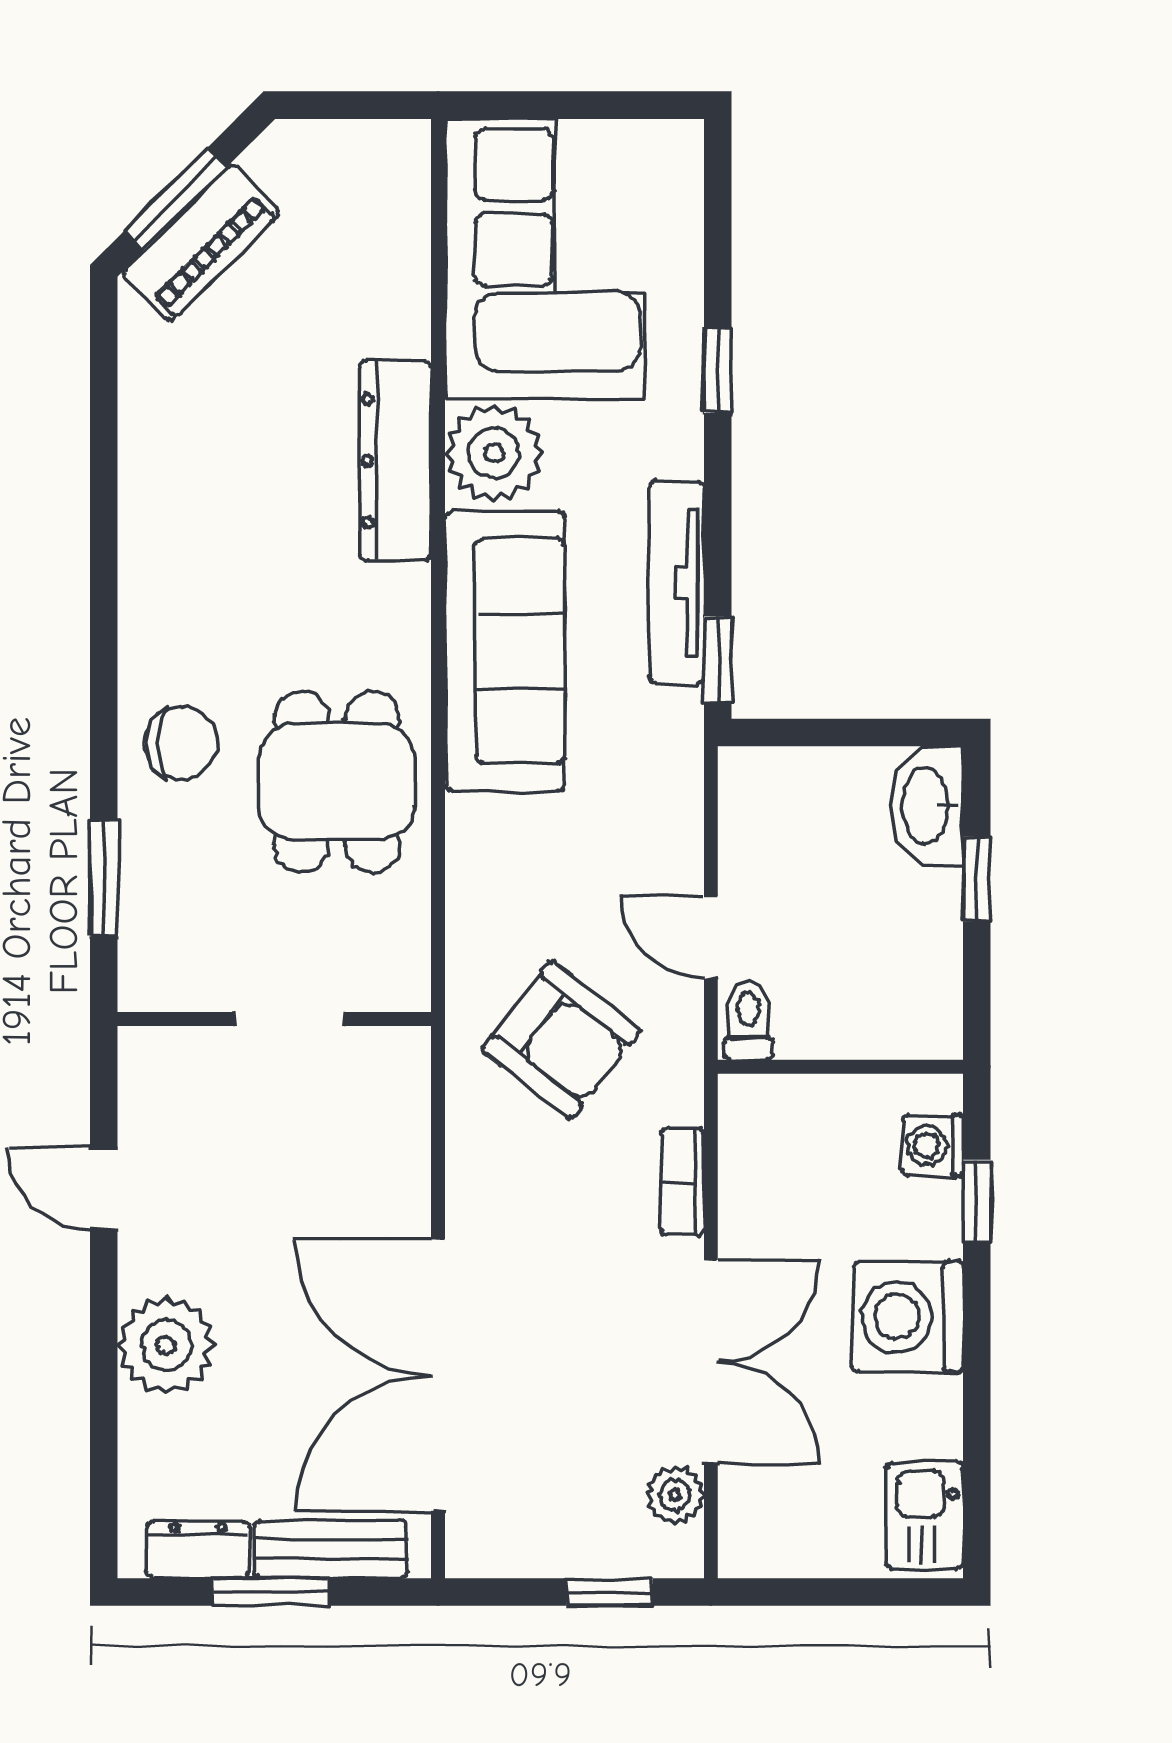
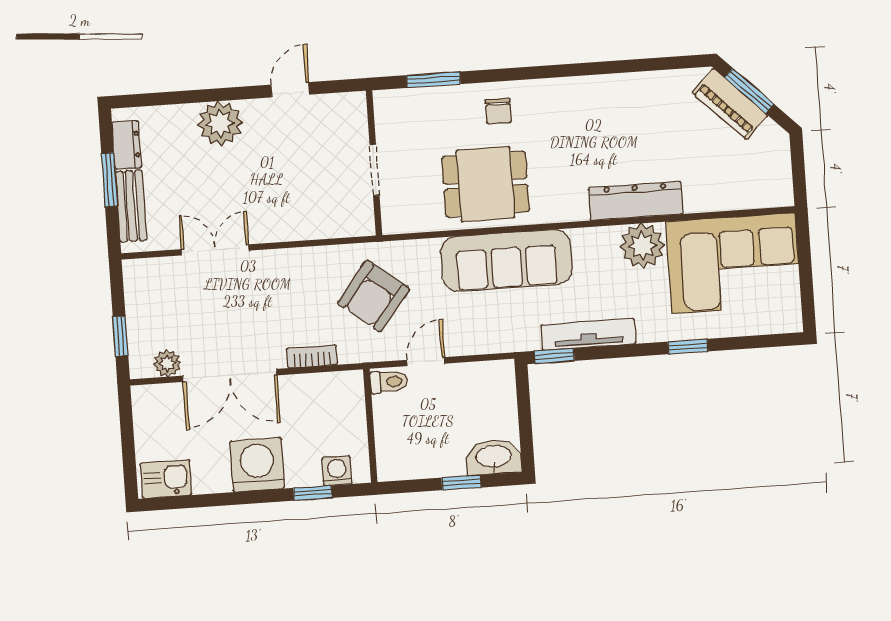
sofa: (505, 651) -> (506, 260), moved
chair: (181, 743) -> (498, 111), width x0.73, depth x0.73
double door: (438, 1375) -> (215, 250), width x0.54

